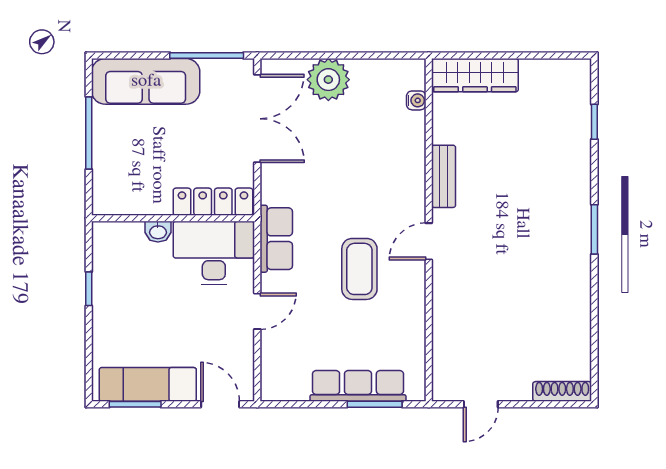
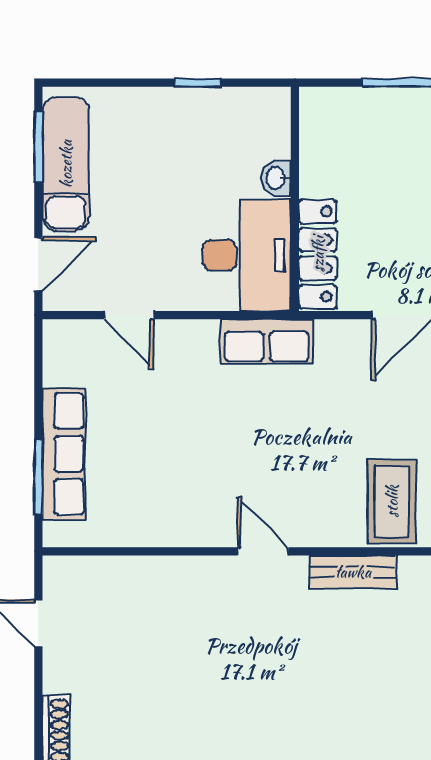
coffee table: (359, 269) -> (392, 501), moved, turned 90
door: (257, 311) -> (129, 315), moved

